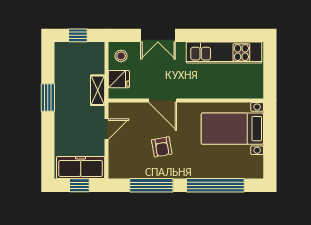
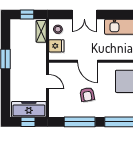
shelving: (98, 90) -> (41, 31), moved
door: (107, 129) -> (47, 82), hinge flipped

